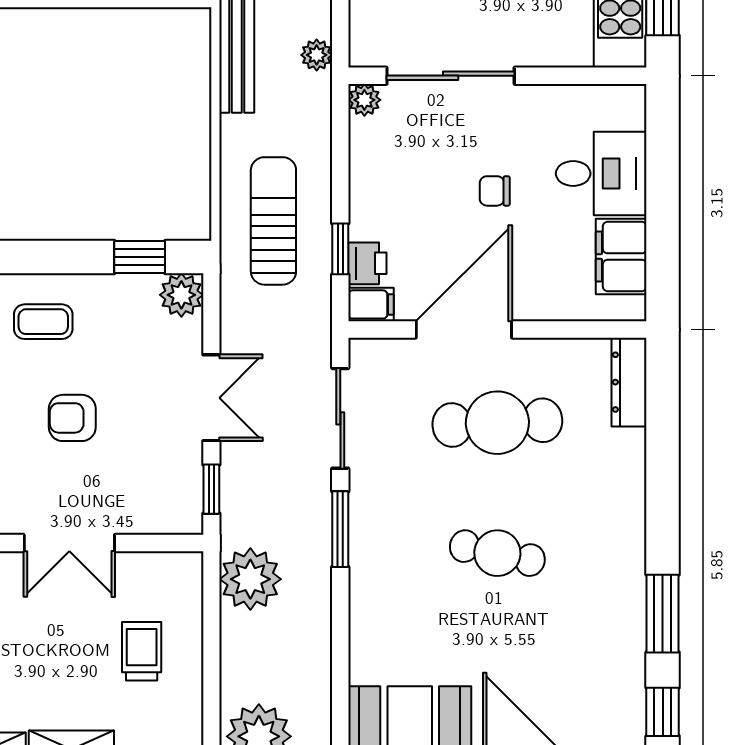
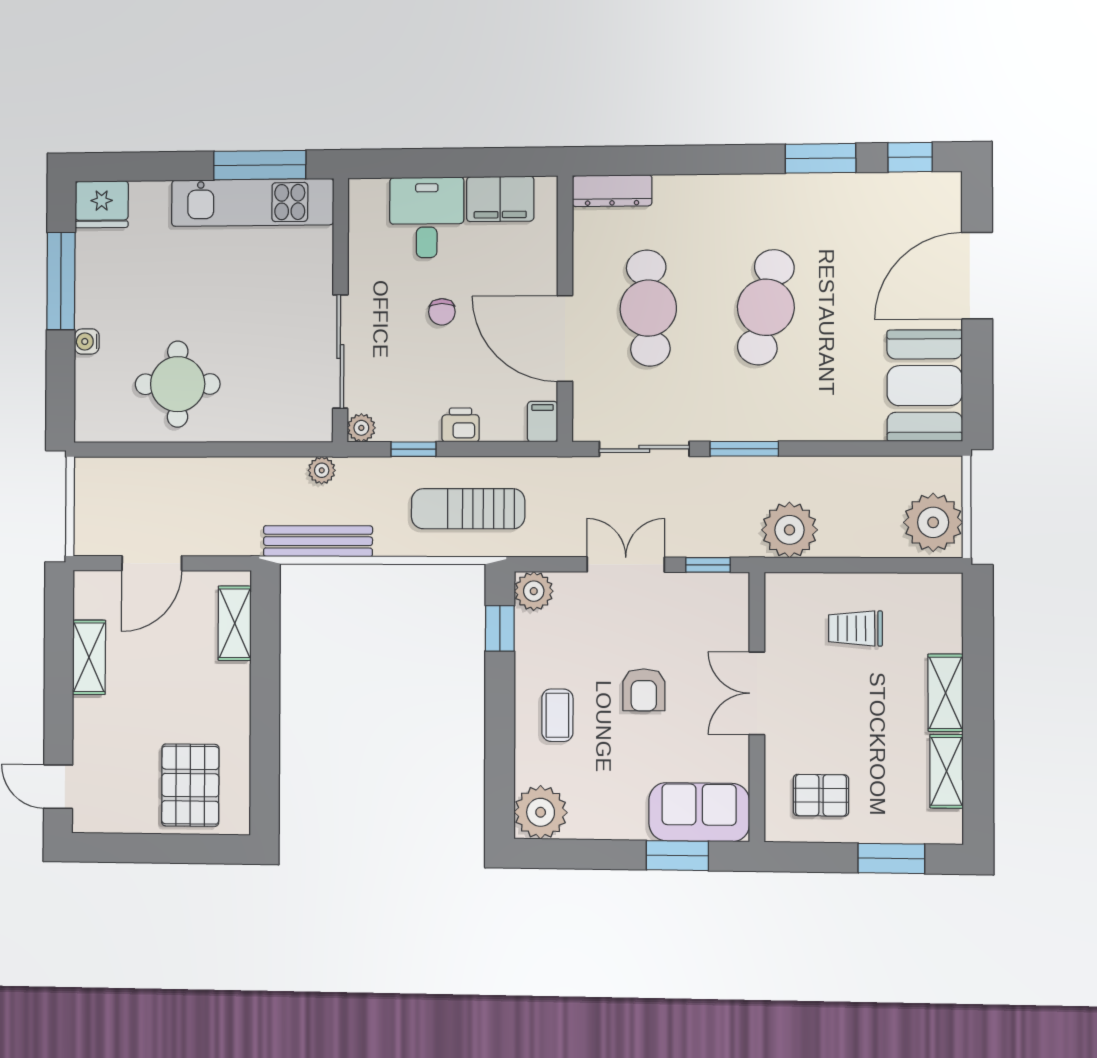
window: (340, 249) -> (413, 449), moved
printer: (367, 263) -> (461, 425), moved
double door: (69, 543) -> (757, 693), swing flipped
cafe table: (497, 553) -> (766, 307), width x1.37, depth x1.35

